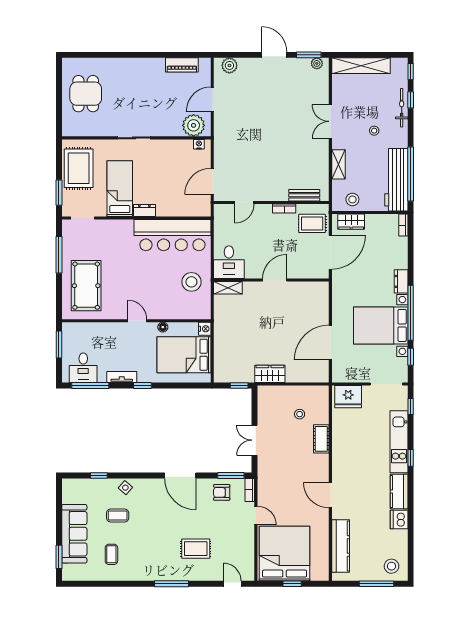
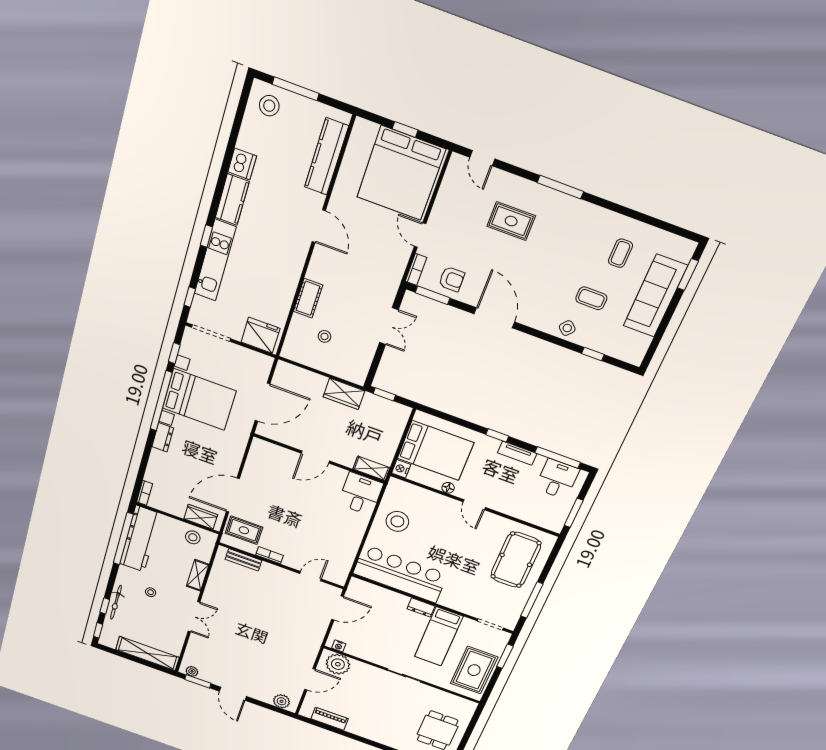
desk: (229, 262) -> (360, 494), moved
wall: (271, 280) -> (319, 458), moved
door: (275, 280) -> (315, 457), moved
shelving: (228, 288) -> (371, 468), moved

